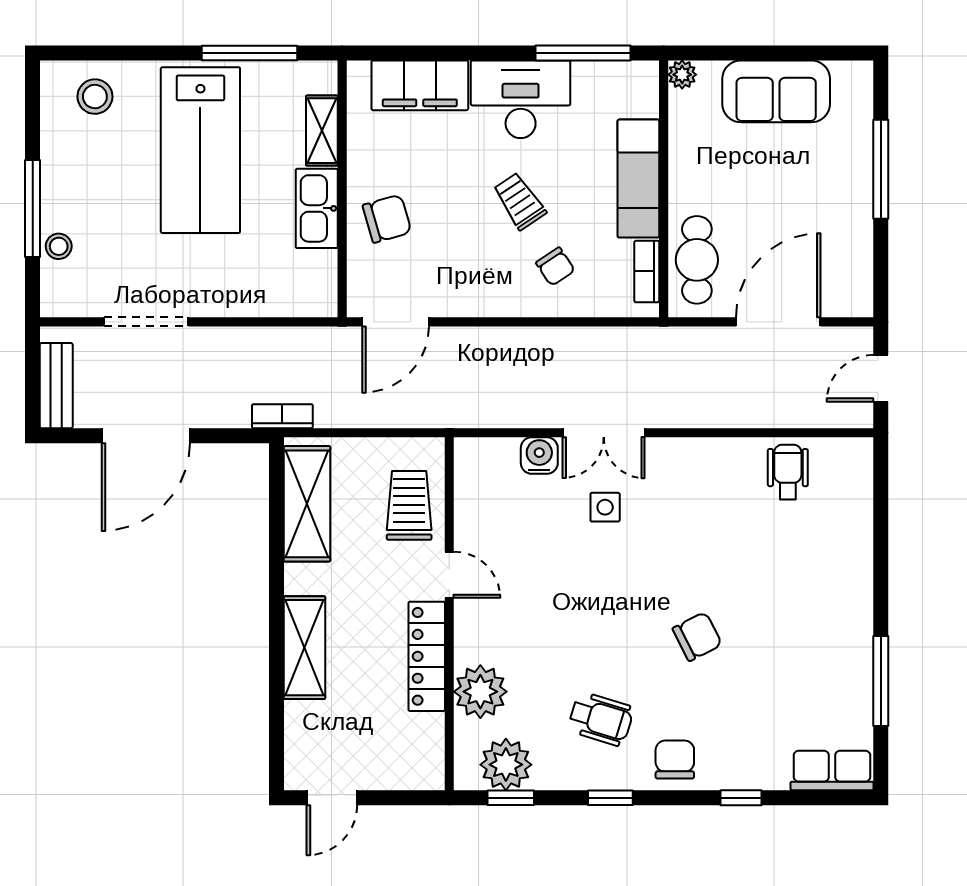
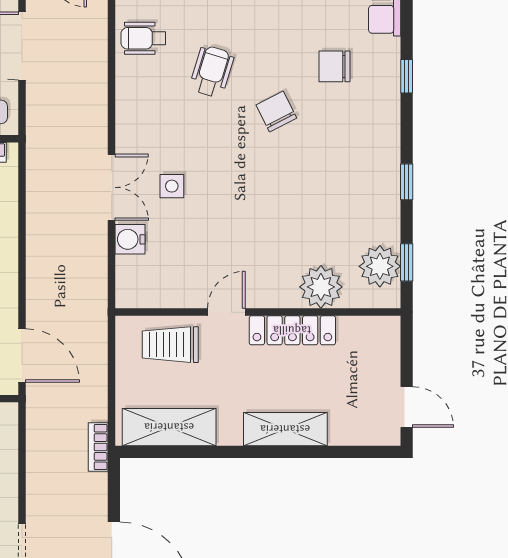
wheelchair: (601, 719) -> (212, 71), moved
chair: (675, 760) -> (334, 66), moved

